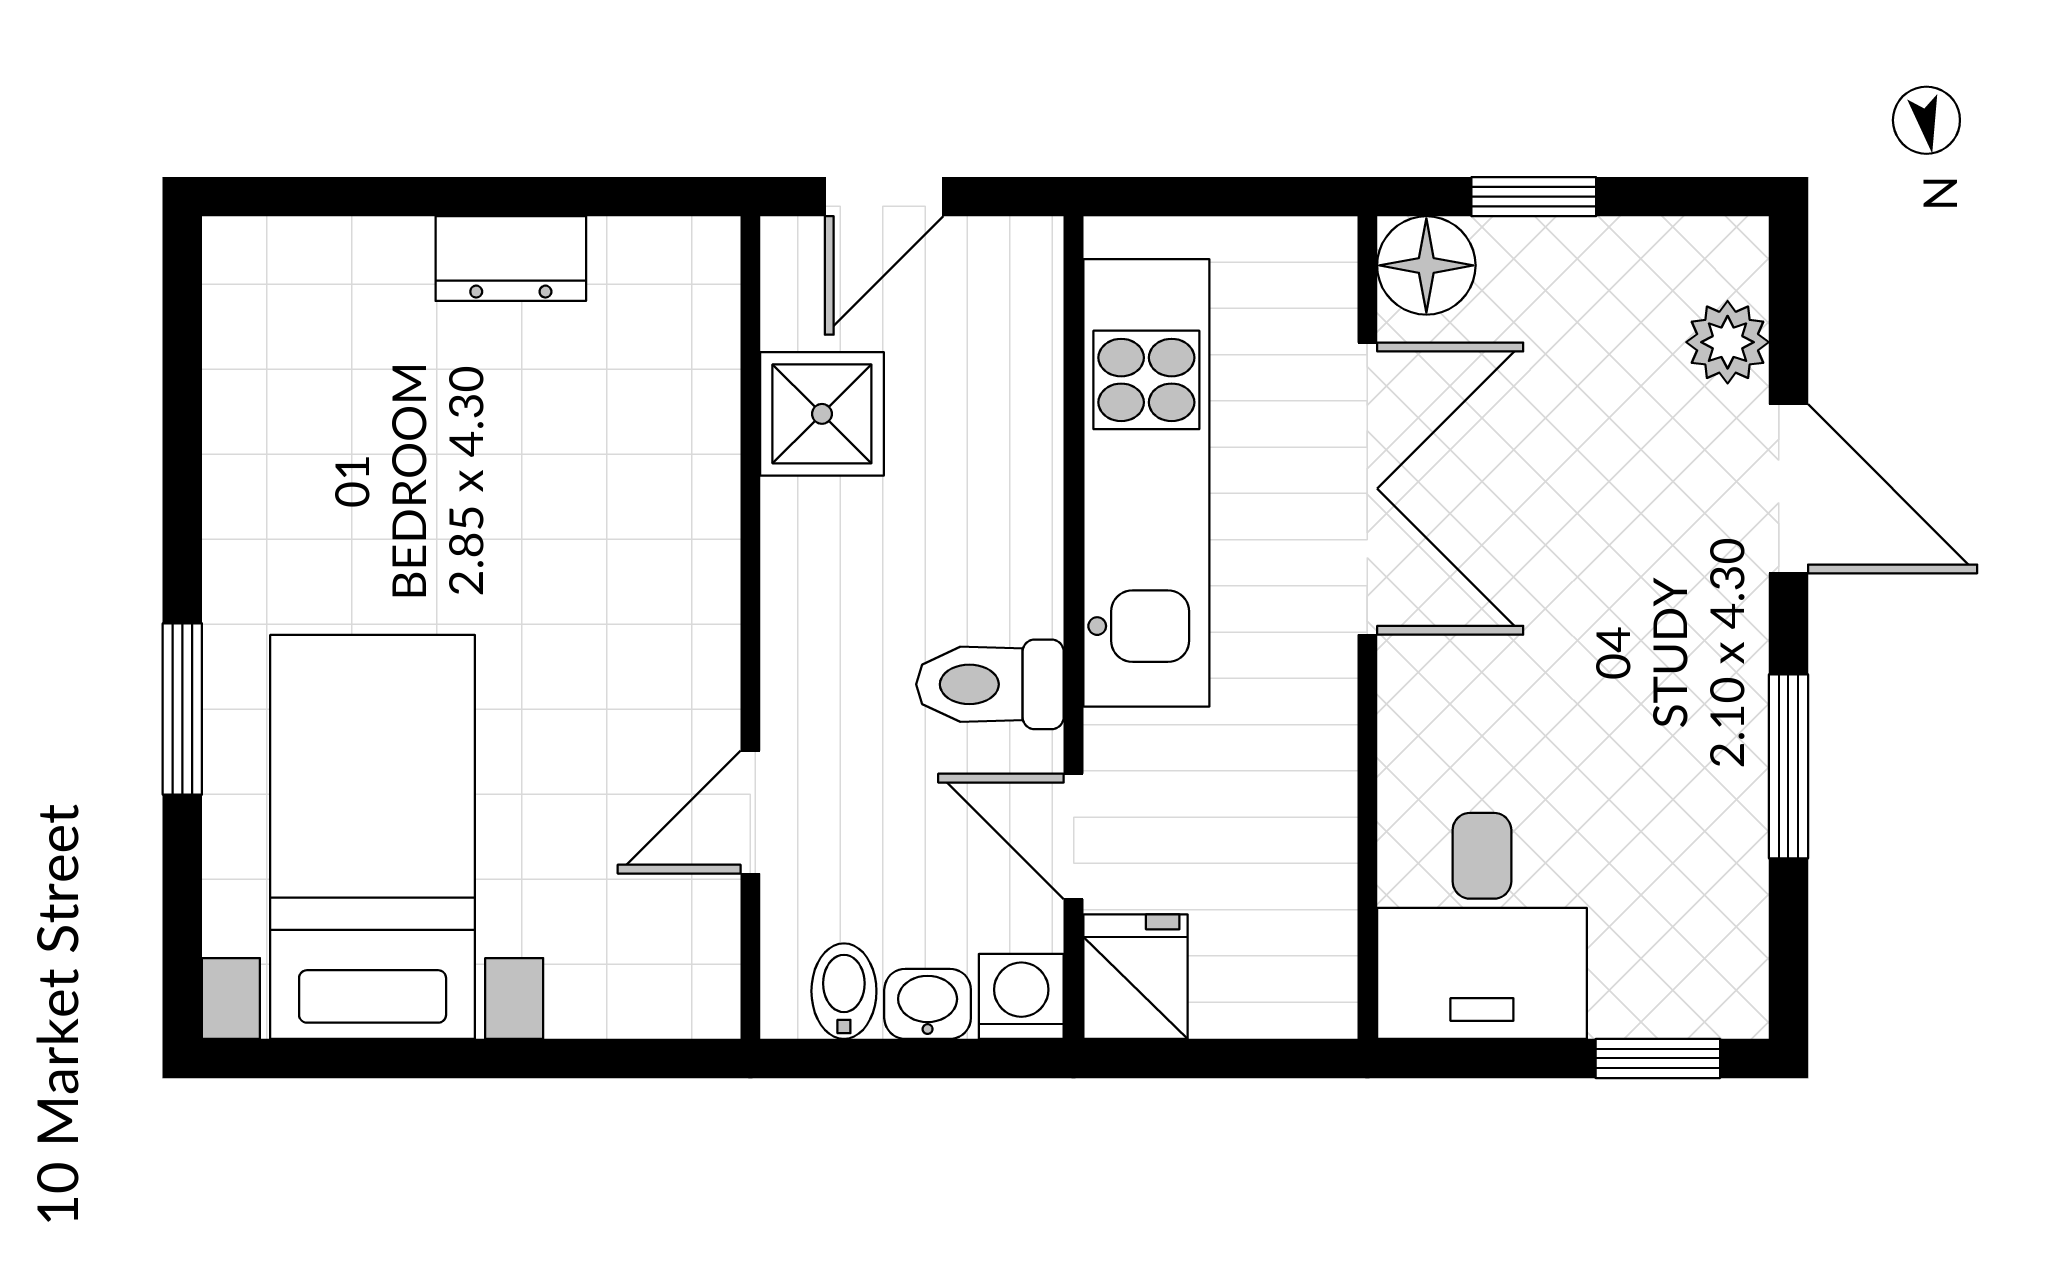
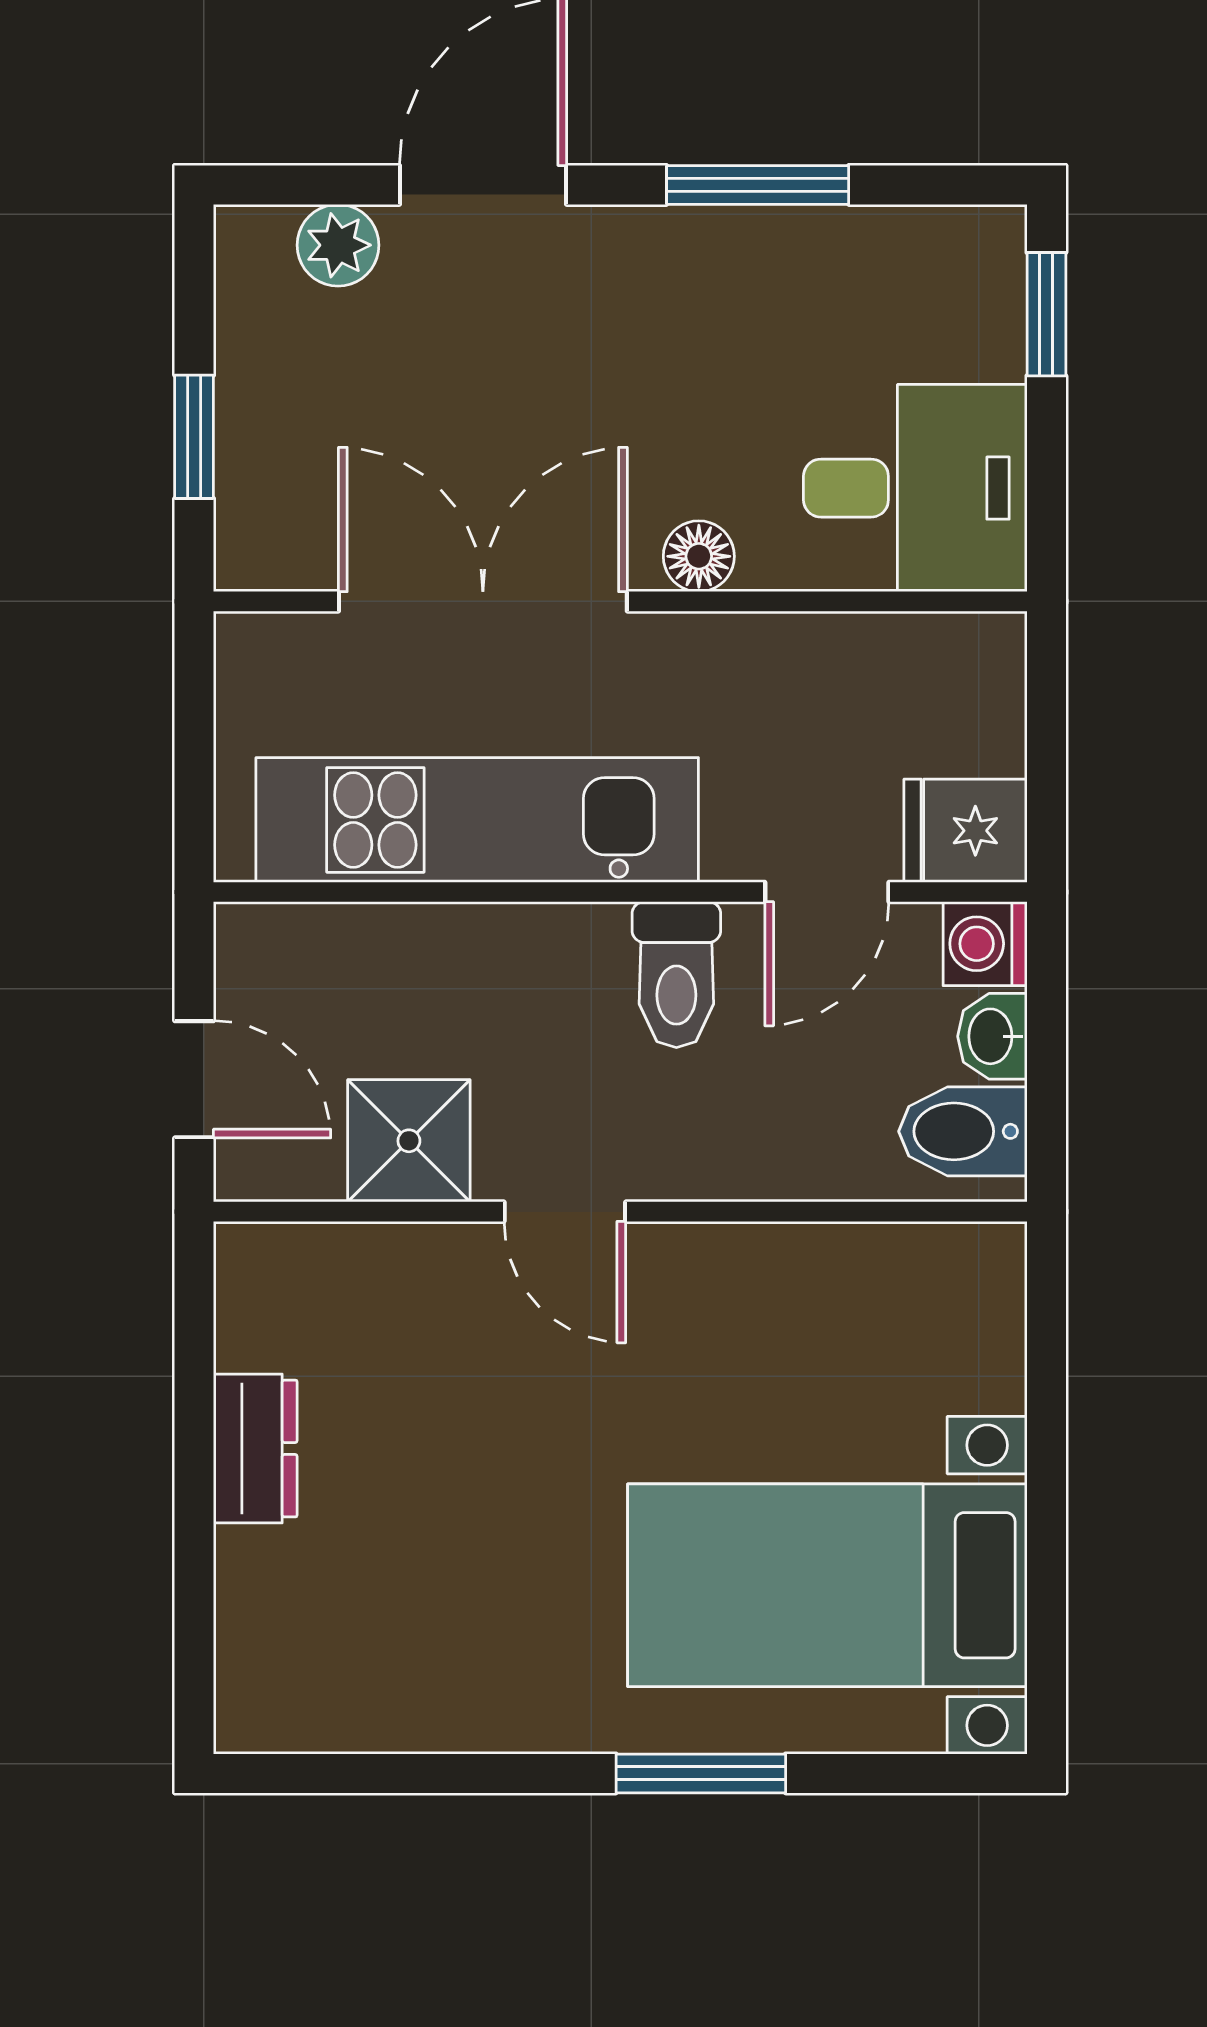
floor lamp: (1426, 265) -> (699, 556), moved, width x0.73, depth x0.73
door: (750, 812) -> (565, 1212), moved
bidet: (844, 991) -> (963, 1131), width x1.38, depth x1.36

